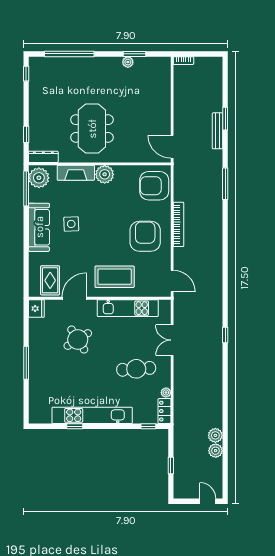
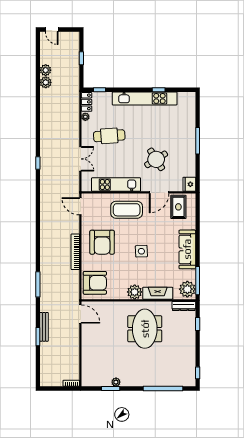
side table: (71, 224) -> (141, 251), moved

